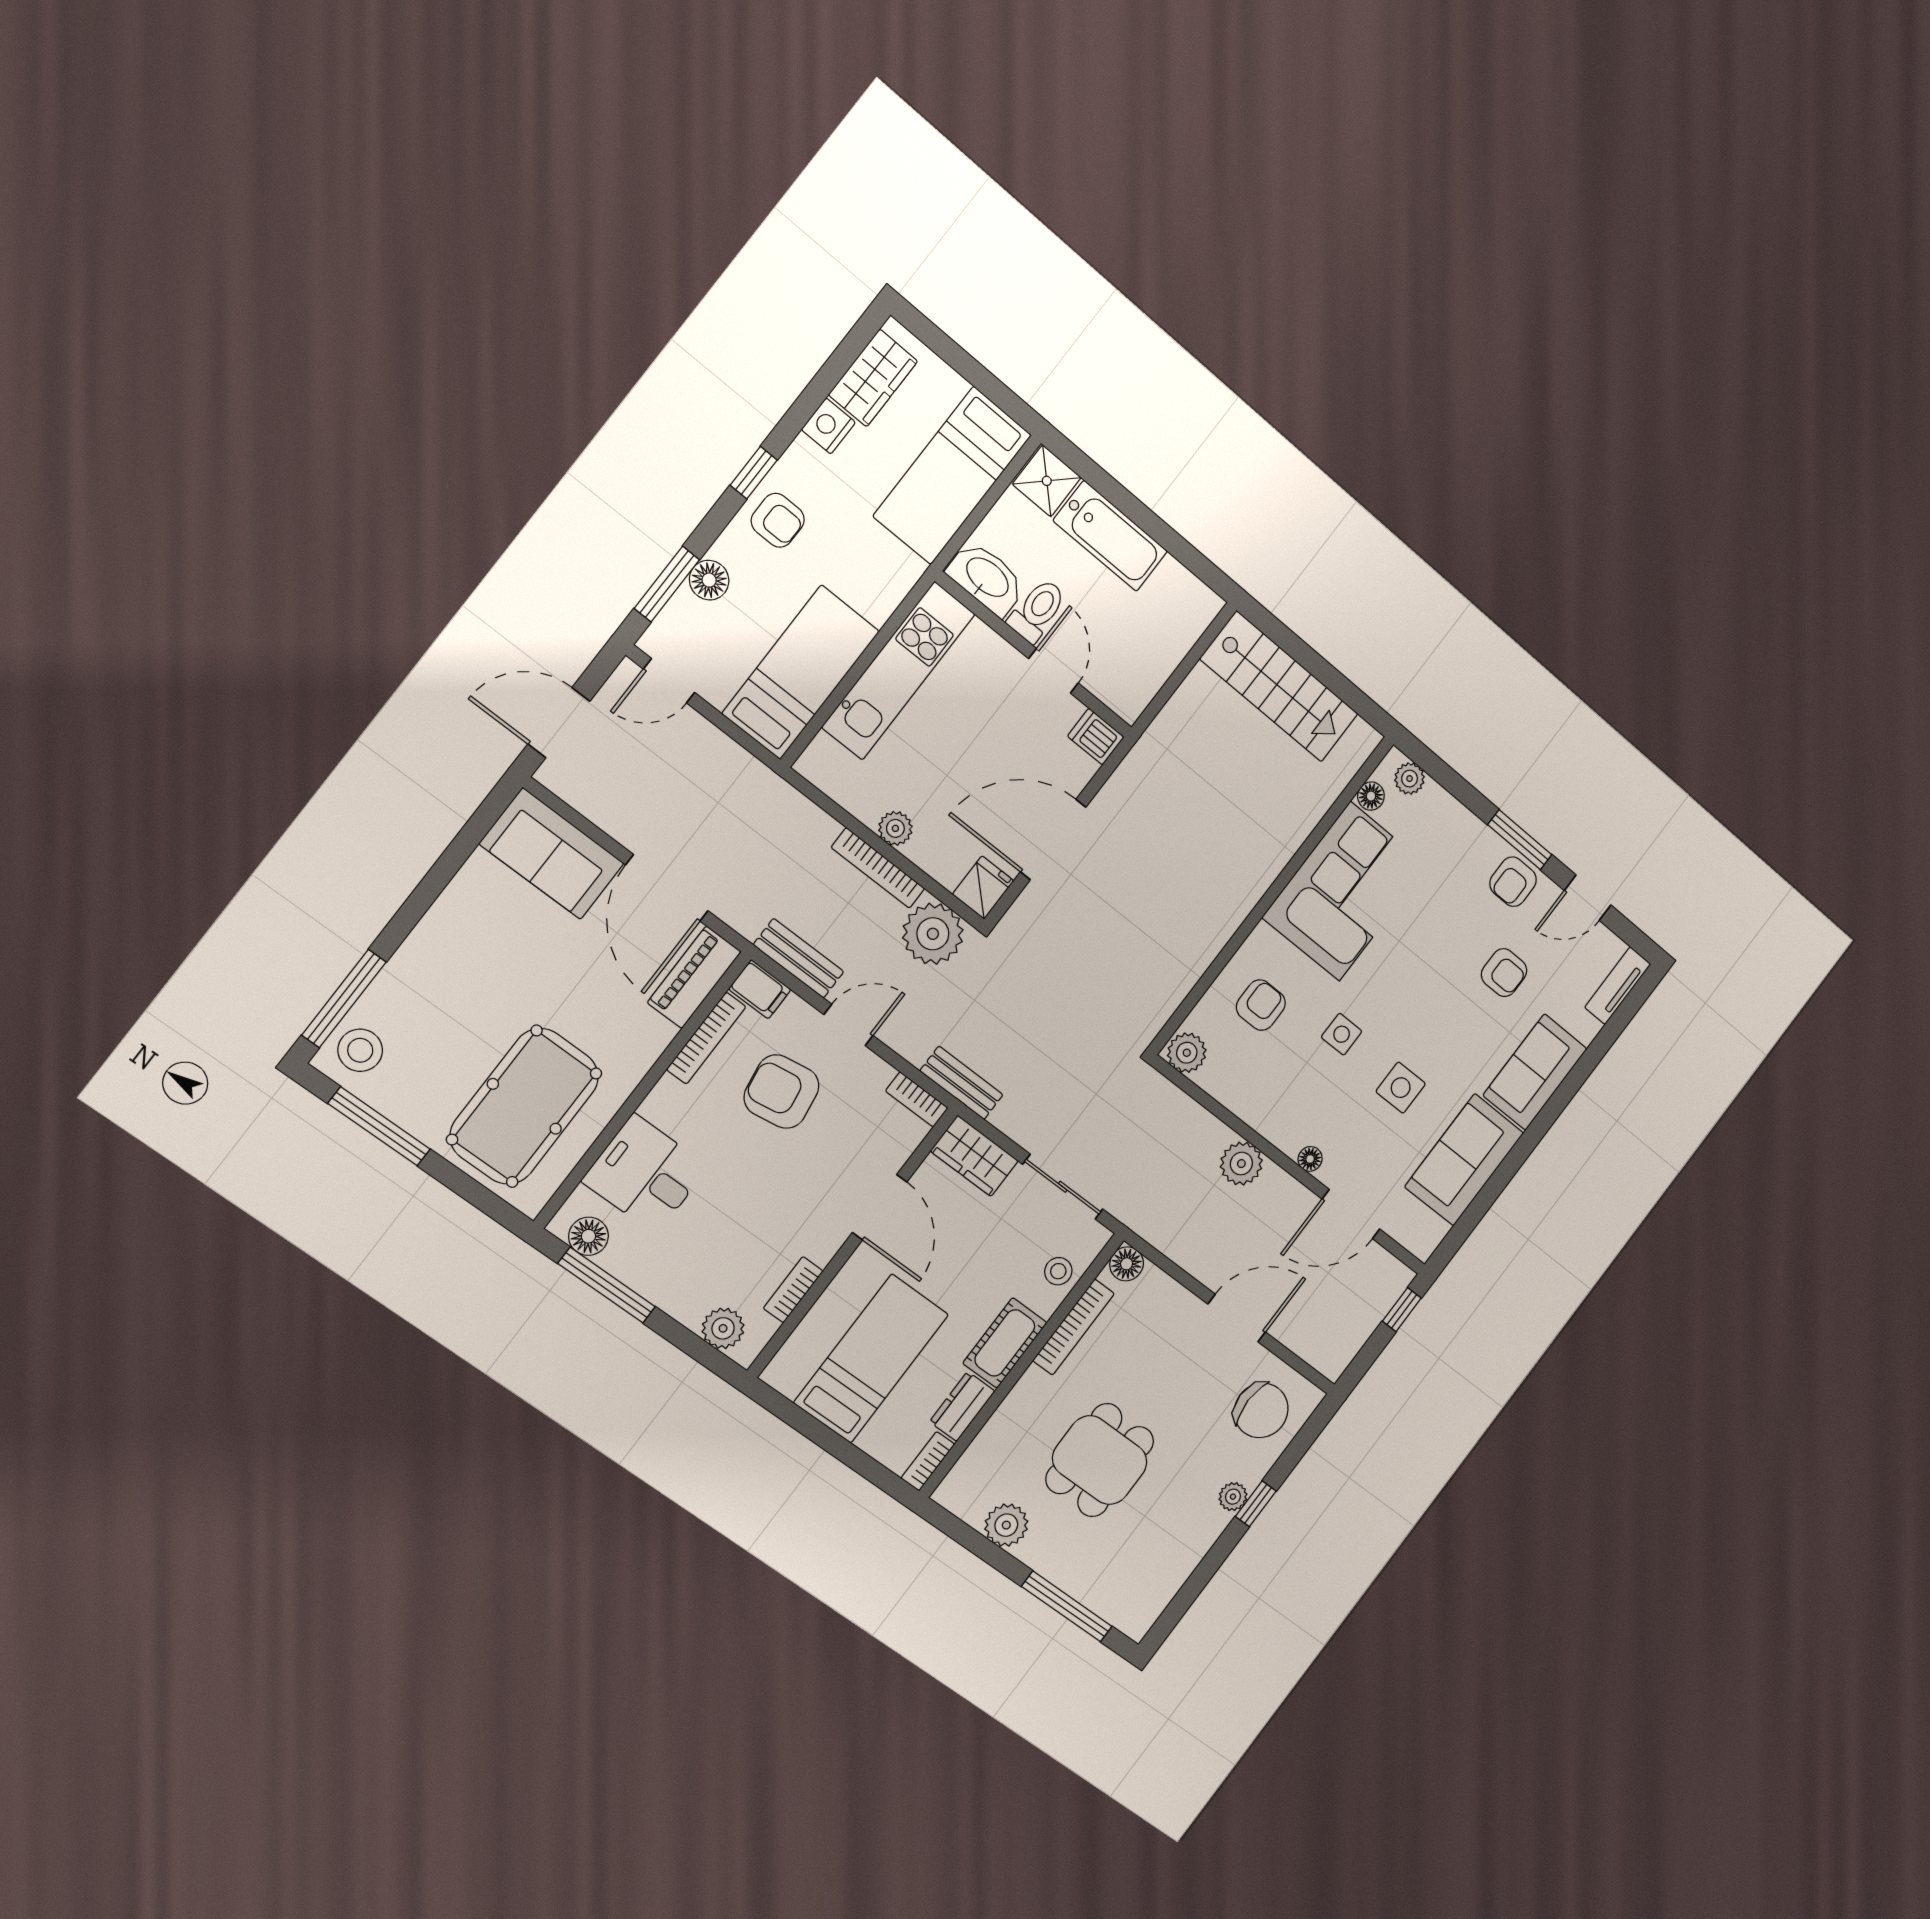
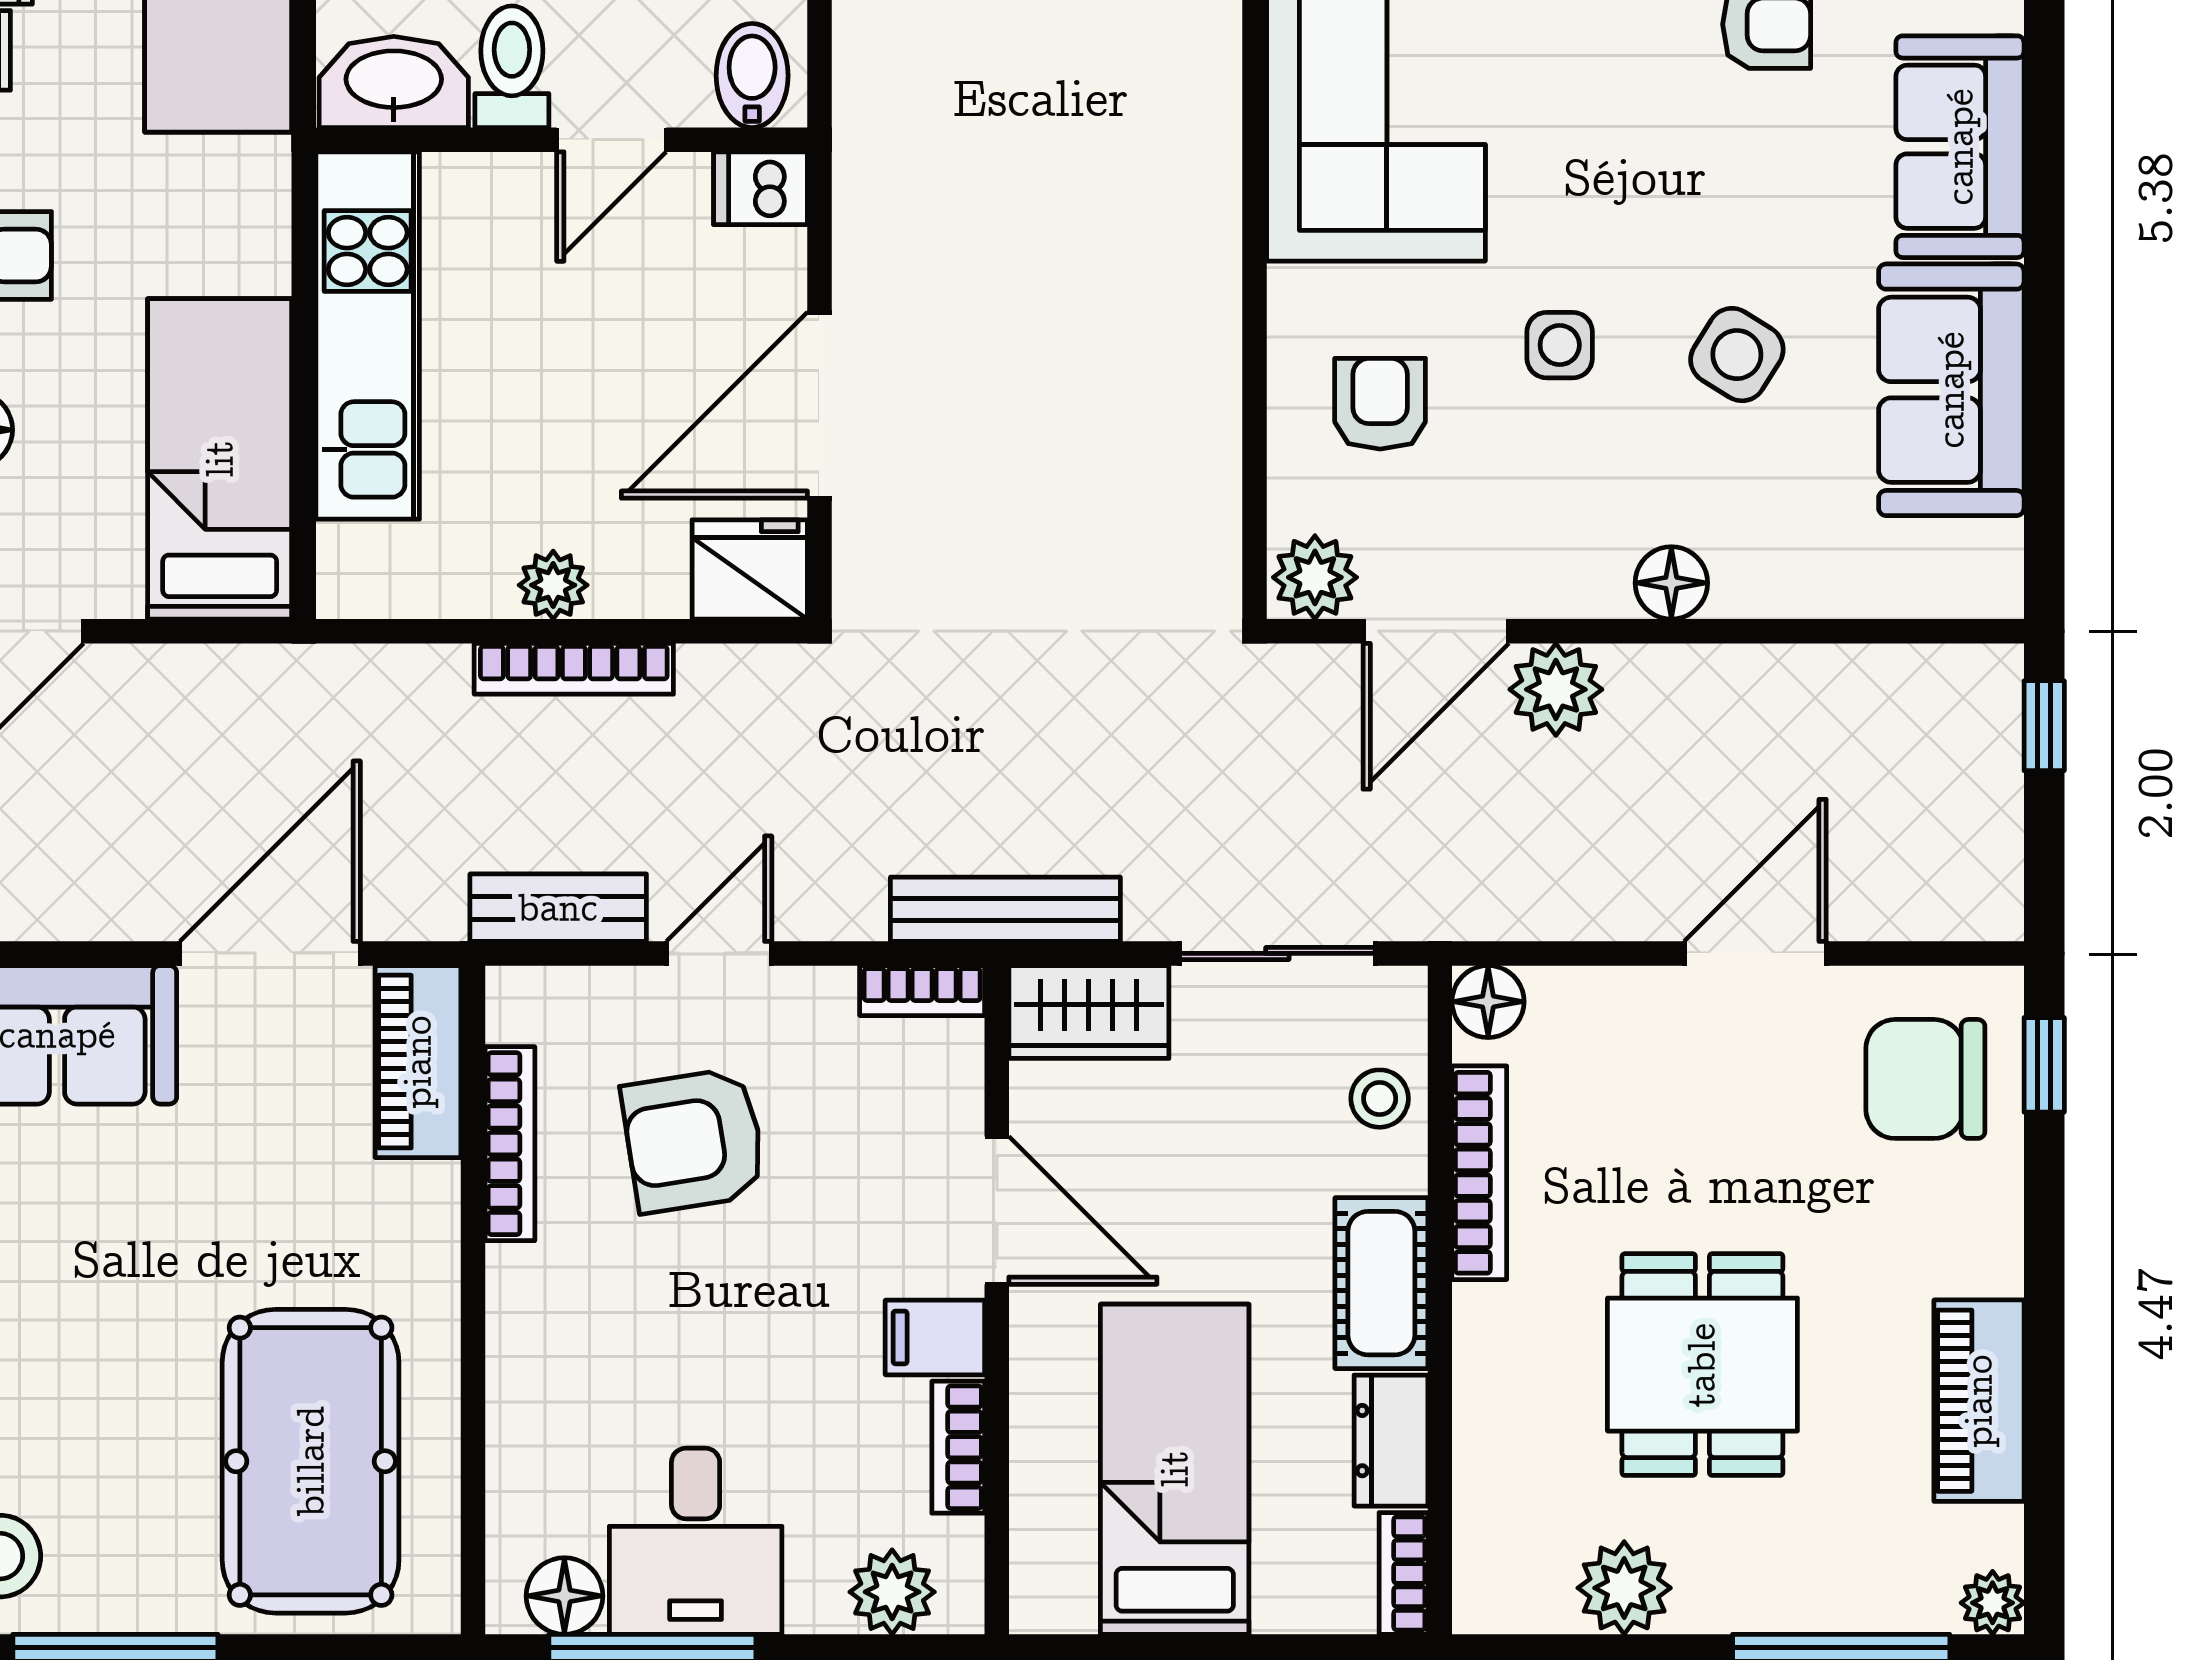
door: (1054, 671) -> (611, 140), swing flipped
bidet: (1126, 690) -> (752, 76), added
door: (667, 888) -> (270, 953), swing flipped
fridge: (983, 888) -> (750, 569), width x1.38
plant: (933, 934) -> (742, 705), removed
filing cabinet: (760, 989) -> (935, 1337), moved, turned 180
bench: (961, 1083) -> (1005, 909), width x1.36
side table: (1401, 1088) -> (1737, 355), turned 32
floor lamp: (1310, 1159) -> (1671, 583), width x1.37, depth x1.37
desk: (645, 1174) -> (696, 1541), moved, turned -90
door: (1351, 1214) -> (1436, 631), moved
chair: (1261, 1410) -> (1925, 1079), turned 180
plant: (1233, 1497) -> (1993, 1603), moved
window: (1256, 1504) -> (2044, 1065), moved
piano: (1189, 1545) -> (1979, 1401), added

